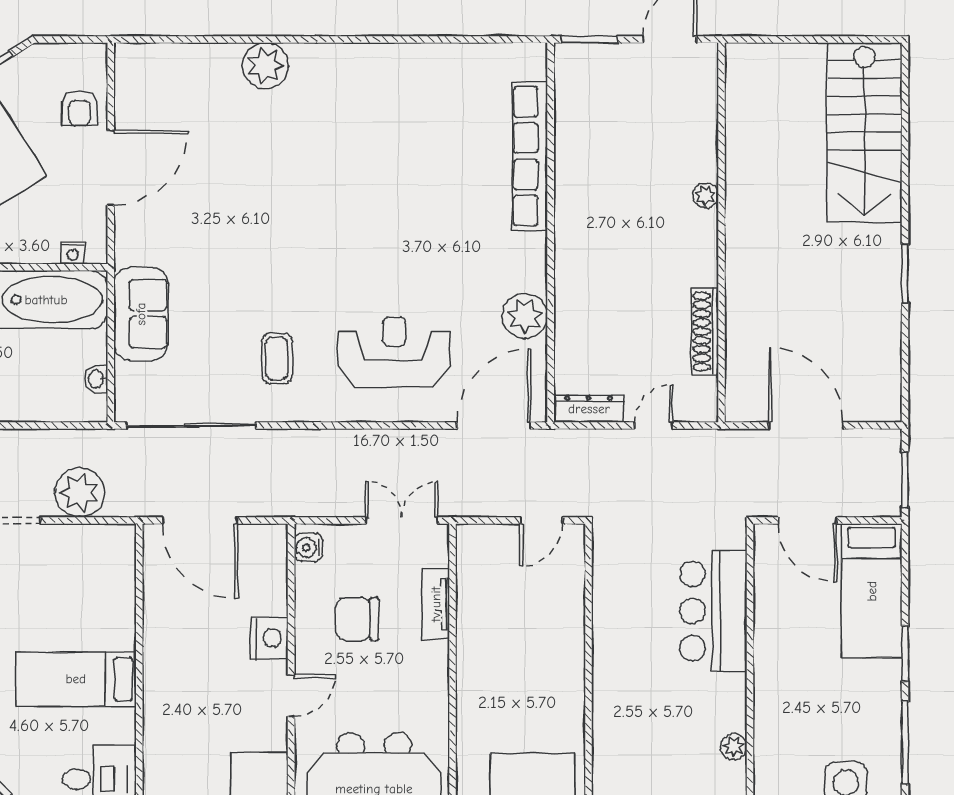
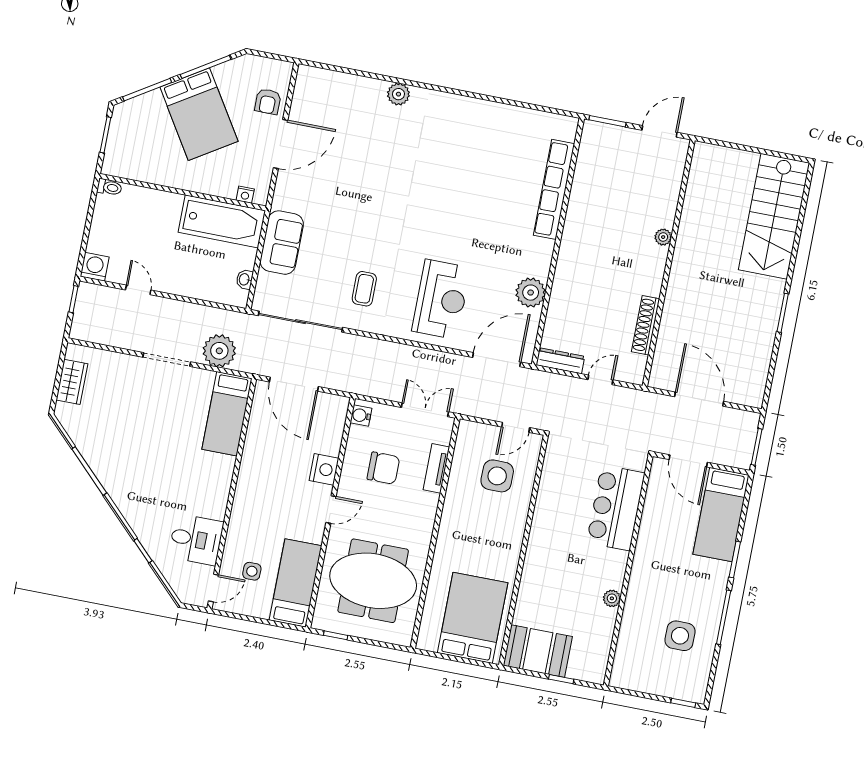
plant: (265, 66) -> (398, 94), width x0.73, depth x0.73
reception desk: (394, 352) -> (441, 299), turned 90
side table: (528, 598) -> (497, 476), added
chair: (357, 619) -> (383, 468), turned 180
bed: (76, 679) -> (227, 414), moved, turned -90

